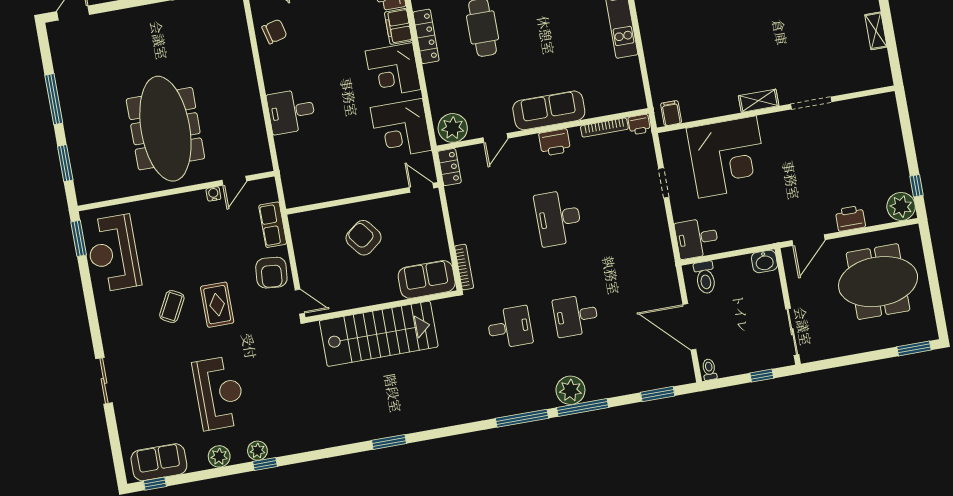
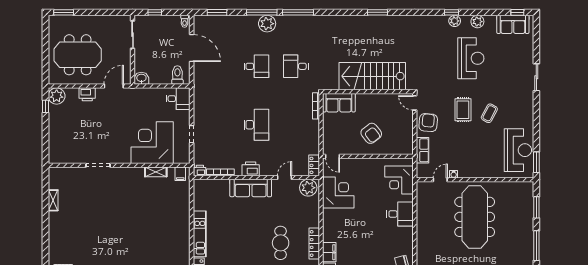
corner desk: (393, 70) -> (399, 180), moved, turned 180
shelving: (759, 101) -> (156, 172), moved
reception desk: (219, 393) -> (471, 58), turned 180

